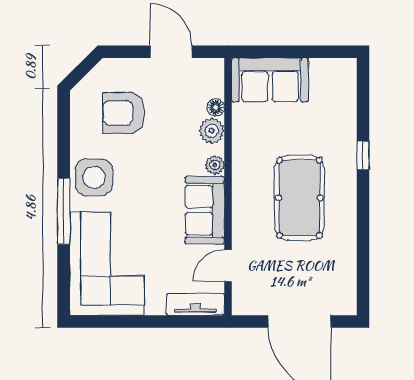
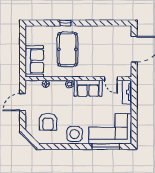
plant: (212, 131) -> (55, 85), removed
pool table: (299, 198) -> (67, 49), moved, turned 90
window: (64, 211) -> (106, 147), moved

